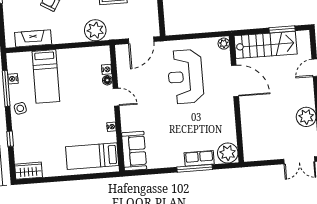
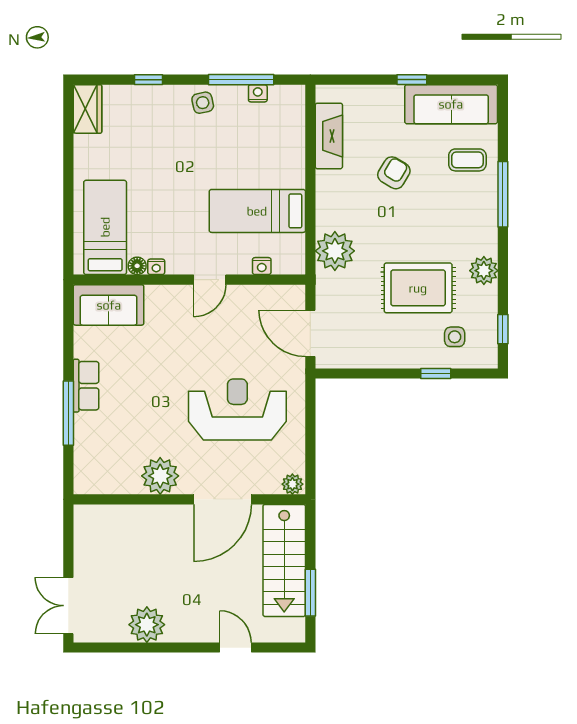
bed: (46, 76) -> (257, 211), moved
floor lamp: (107, 80) -> (137, 266), moved
plant: (228, 153) -> (160, 476), moved
row of seats: (199, 158) -> (86, 386), moved

